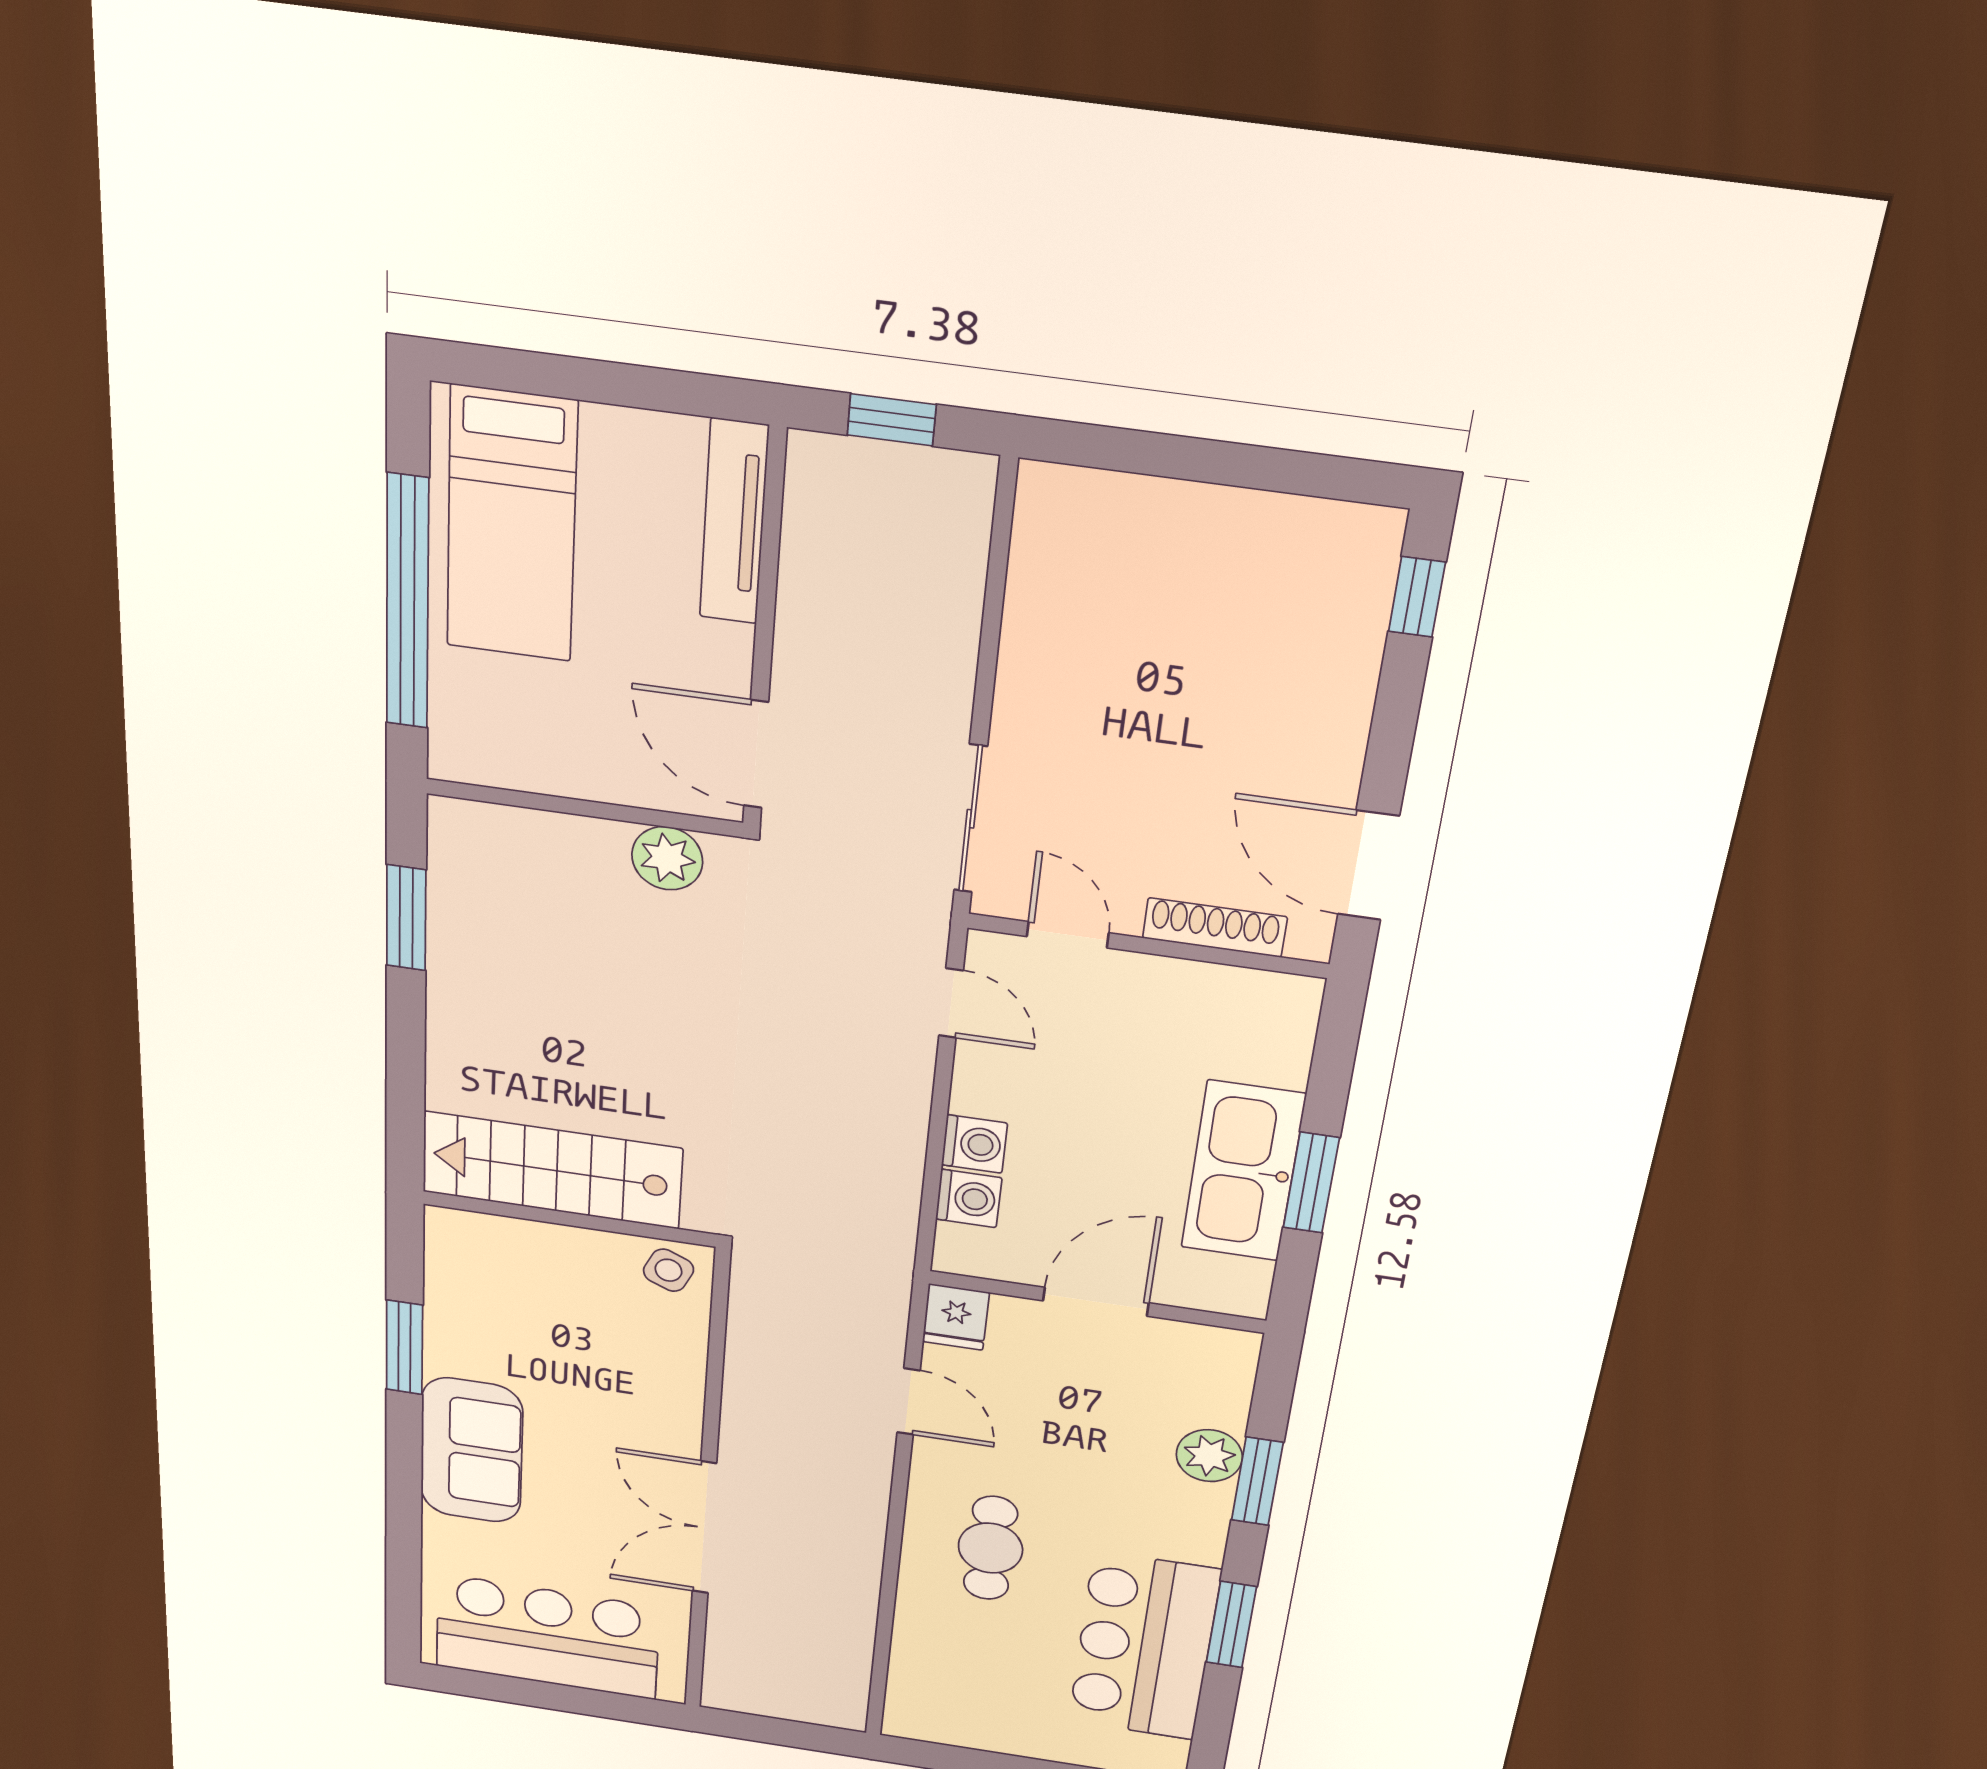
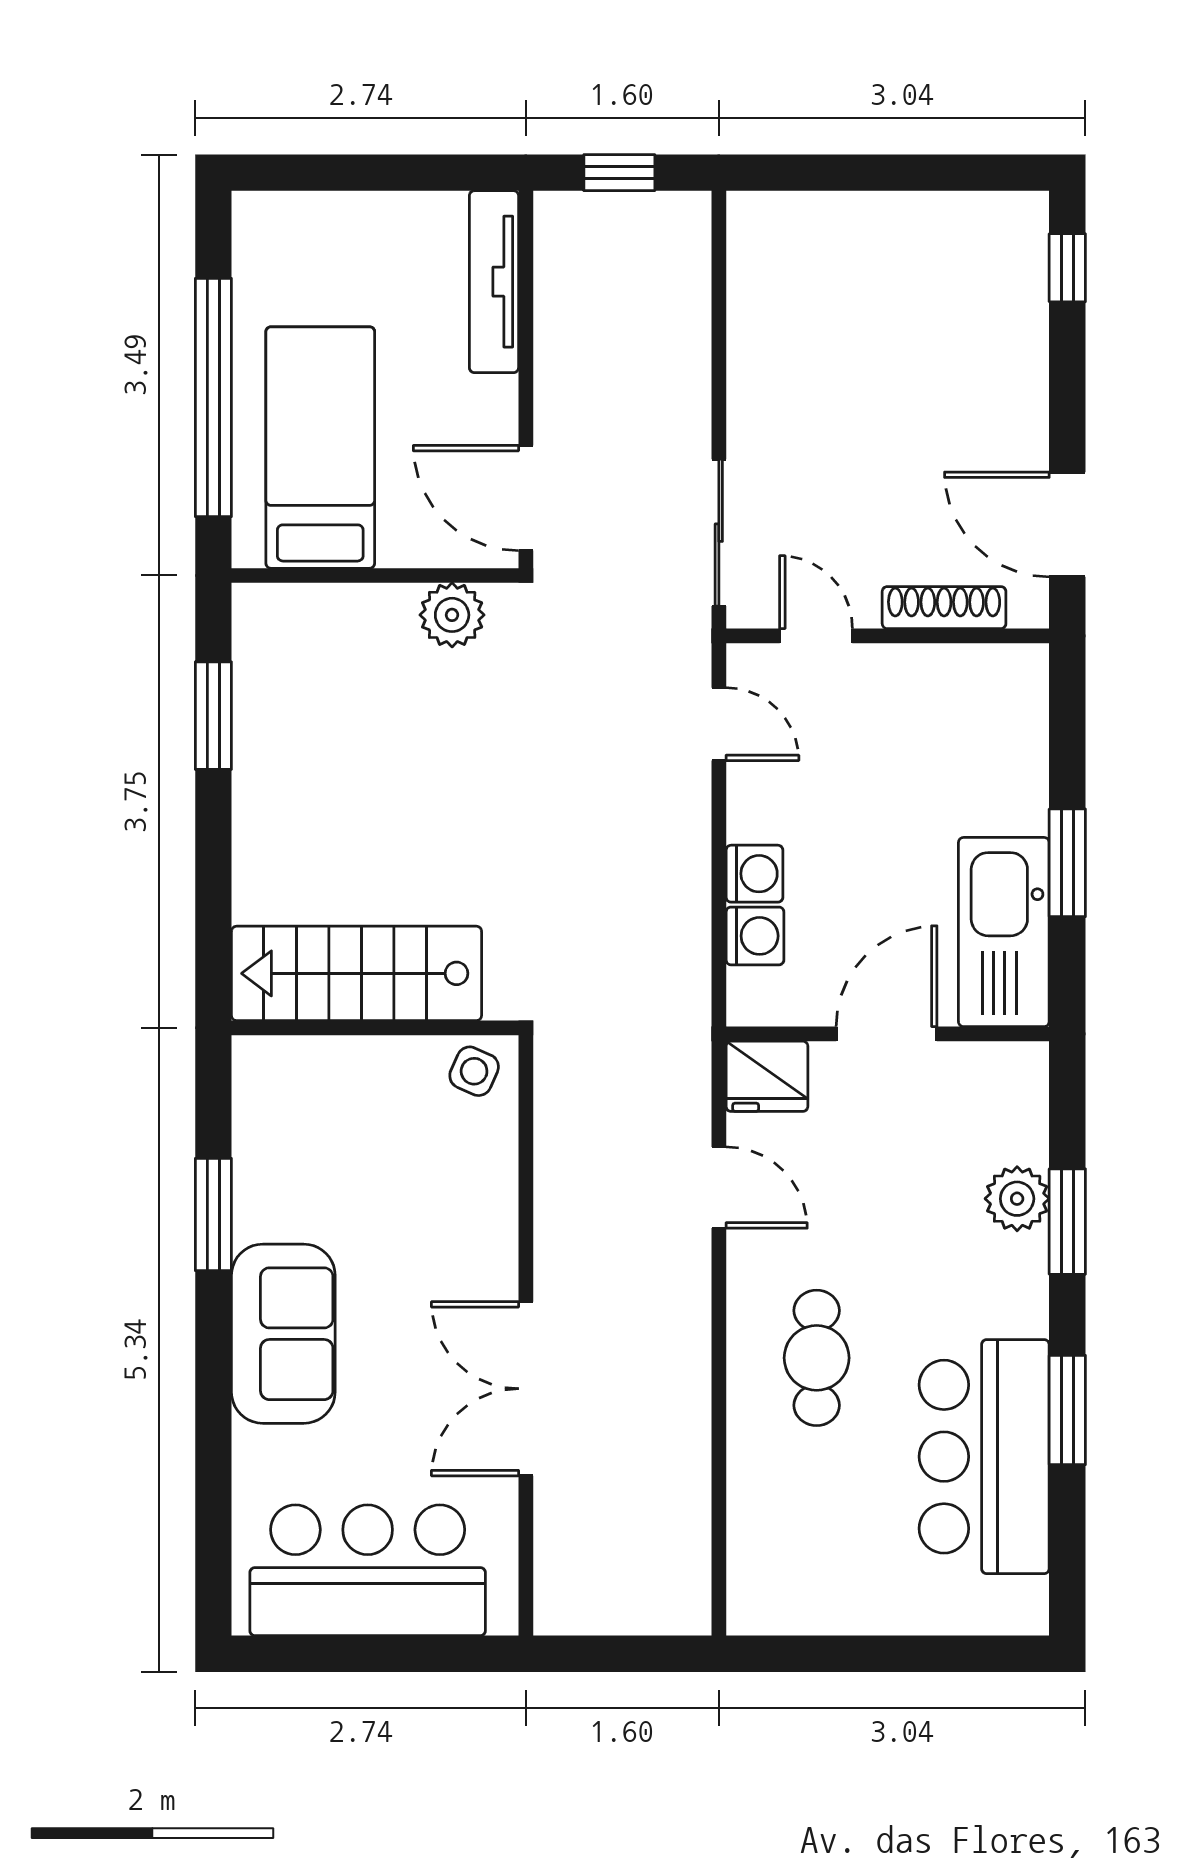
bed: (511, 525) -> (320, 448), moved, turned 180
kitchen sink: (1243, 1171) -> (1004, 932), moved
fridge: (956, 1317) -> (767, 1076), width x1.38

